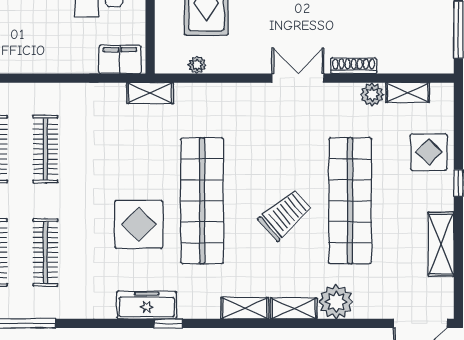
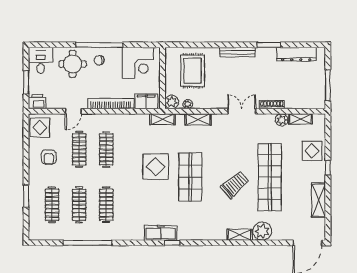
plant: (167, 61) -> (172, 102), added
bookcase: (54, 64) -> (111, 104), added
shop shelf: (202, 201) -> (190, 177), width x0.71
display table: (139, 224) -> (156, 167), moved
shelving: (245, 308) -> (198, 119), moved

